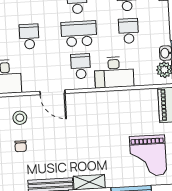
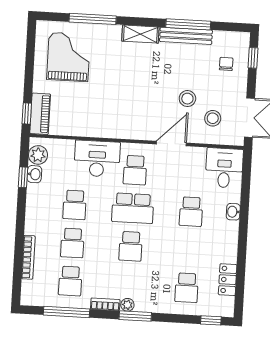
door: (52, 92) -> (171, 144), hinge flipped
stool: (43, 132) -> (187, 99), added
chair: (21, 146) -> (226, 64), moved

